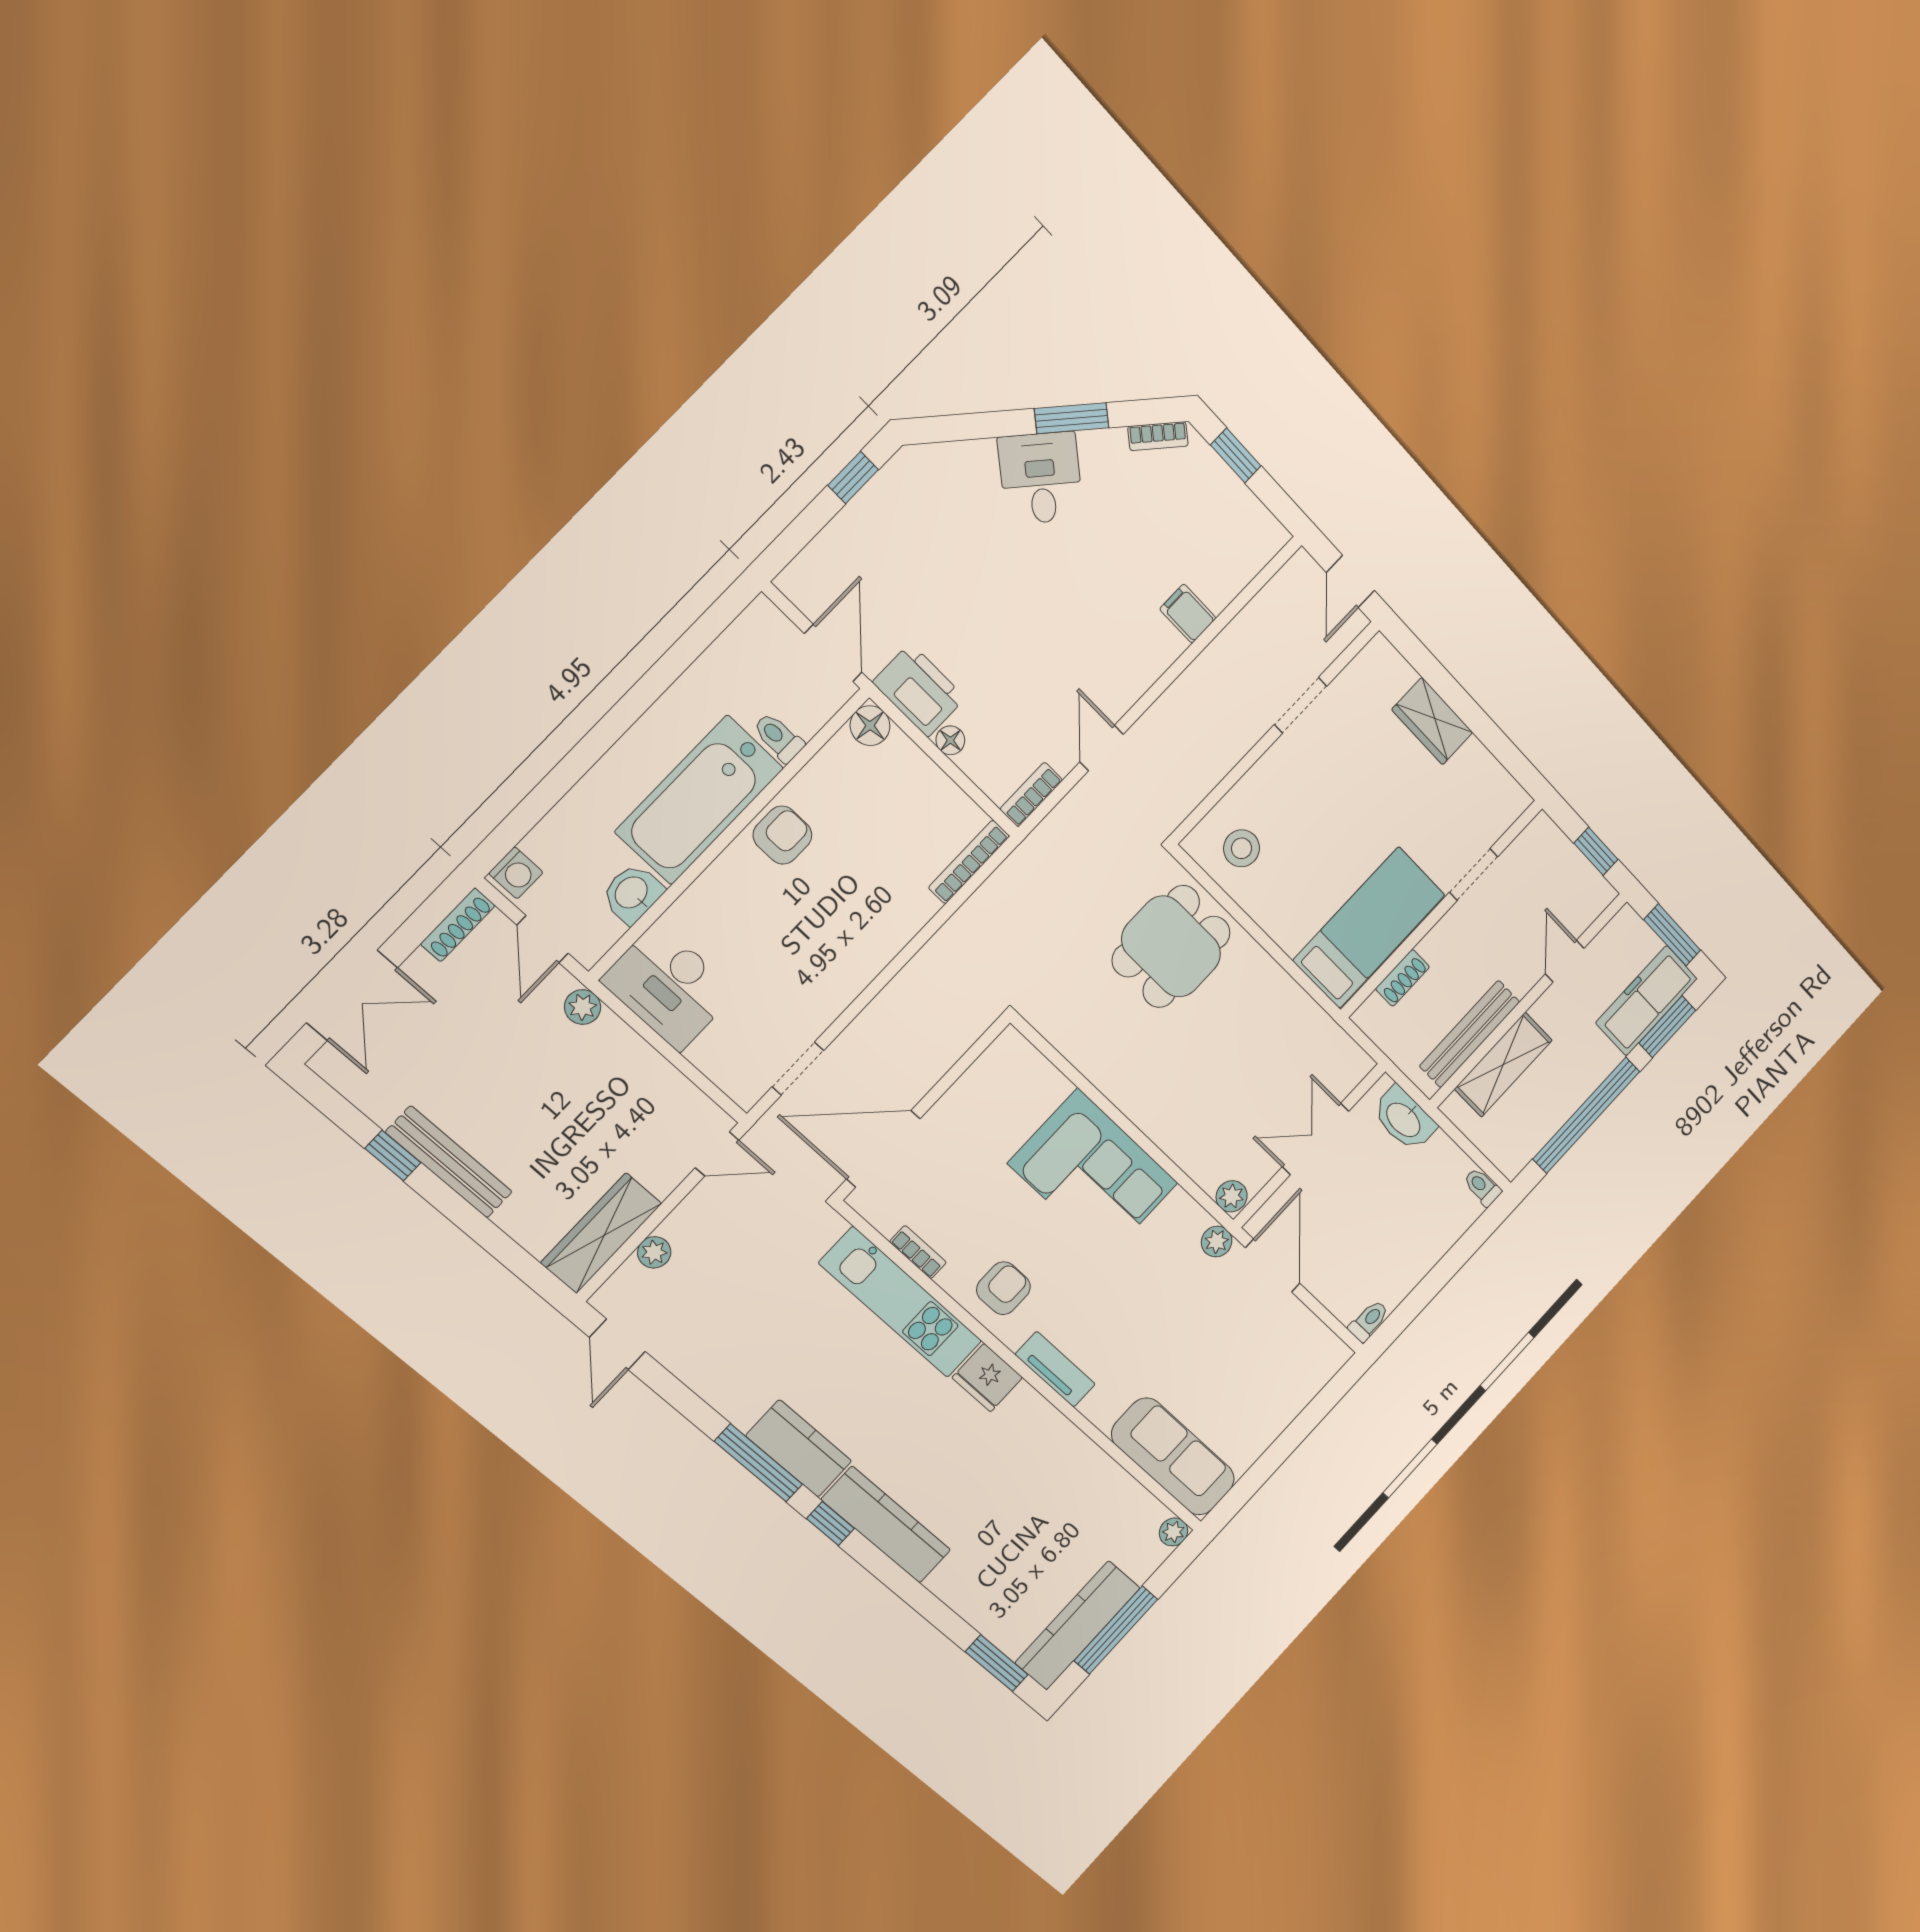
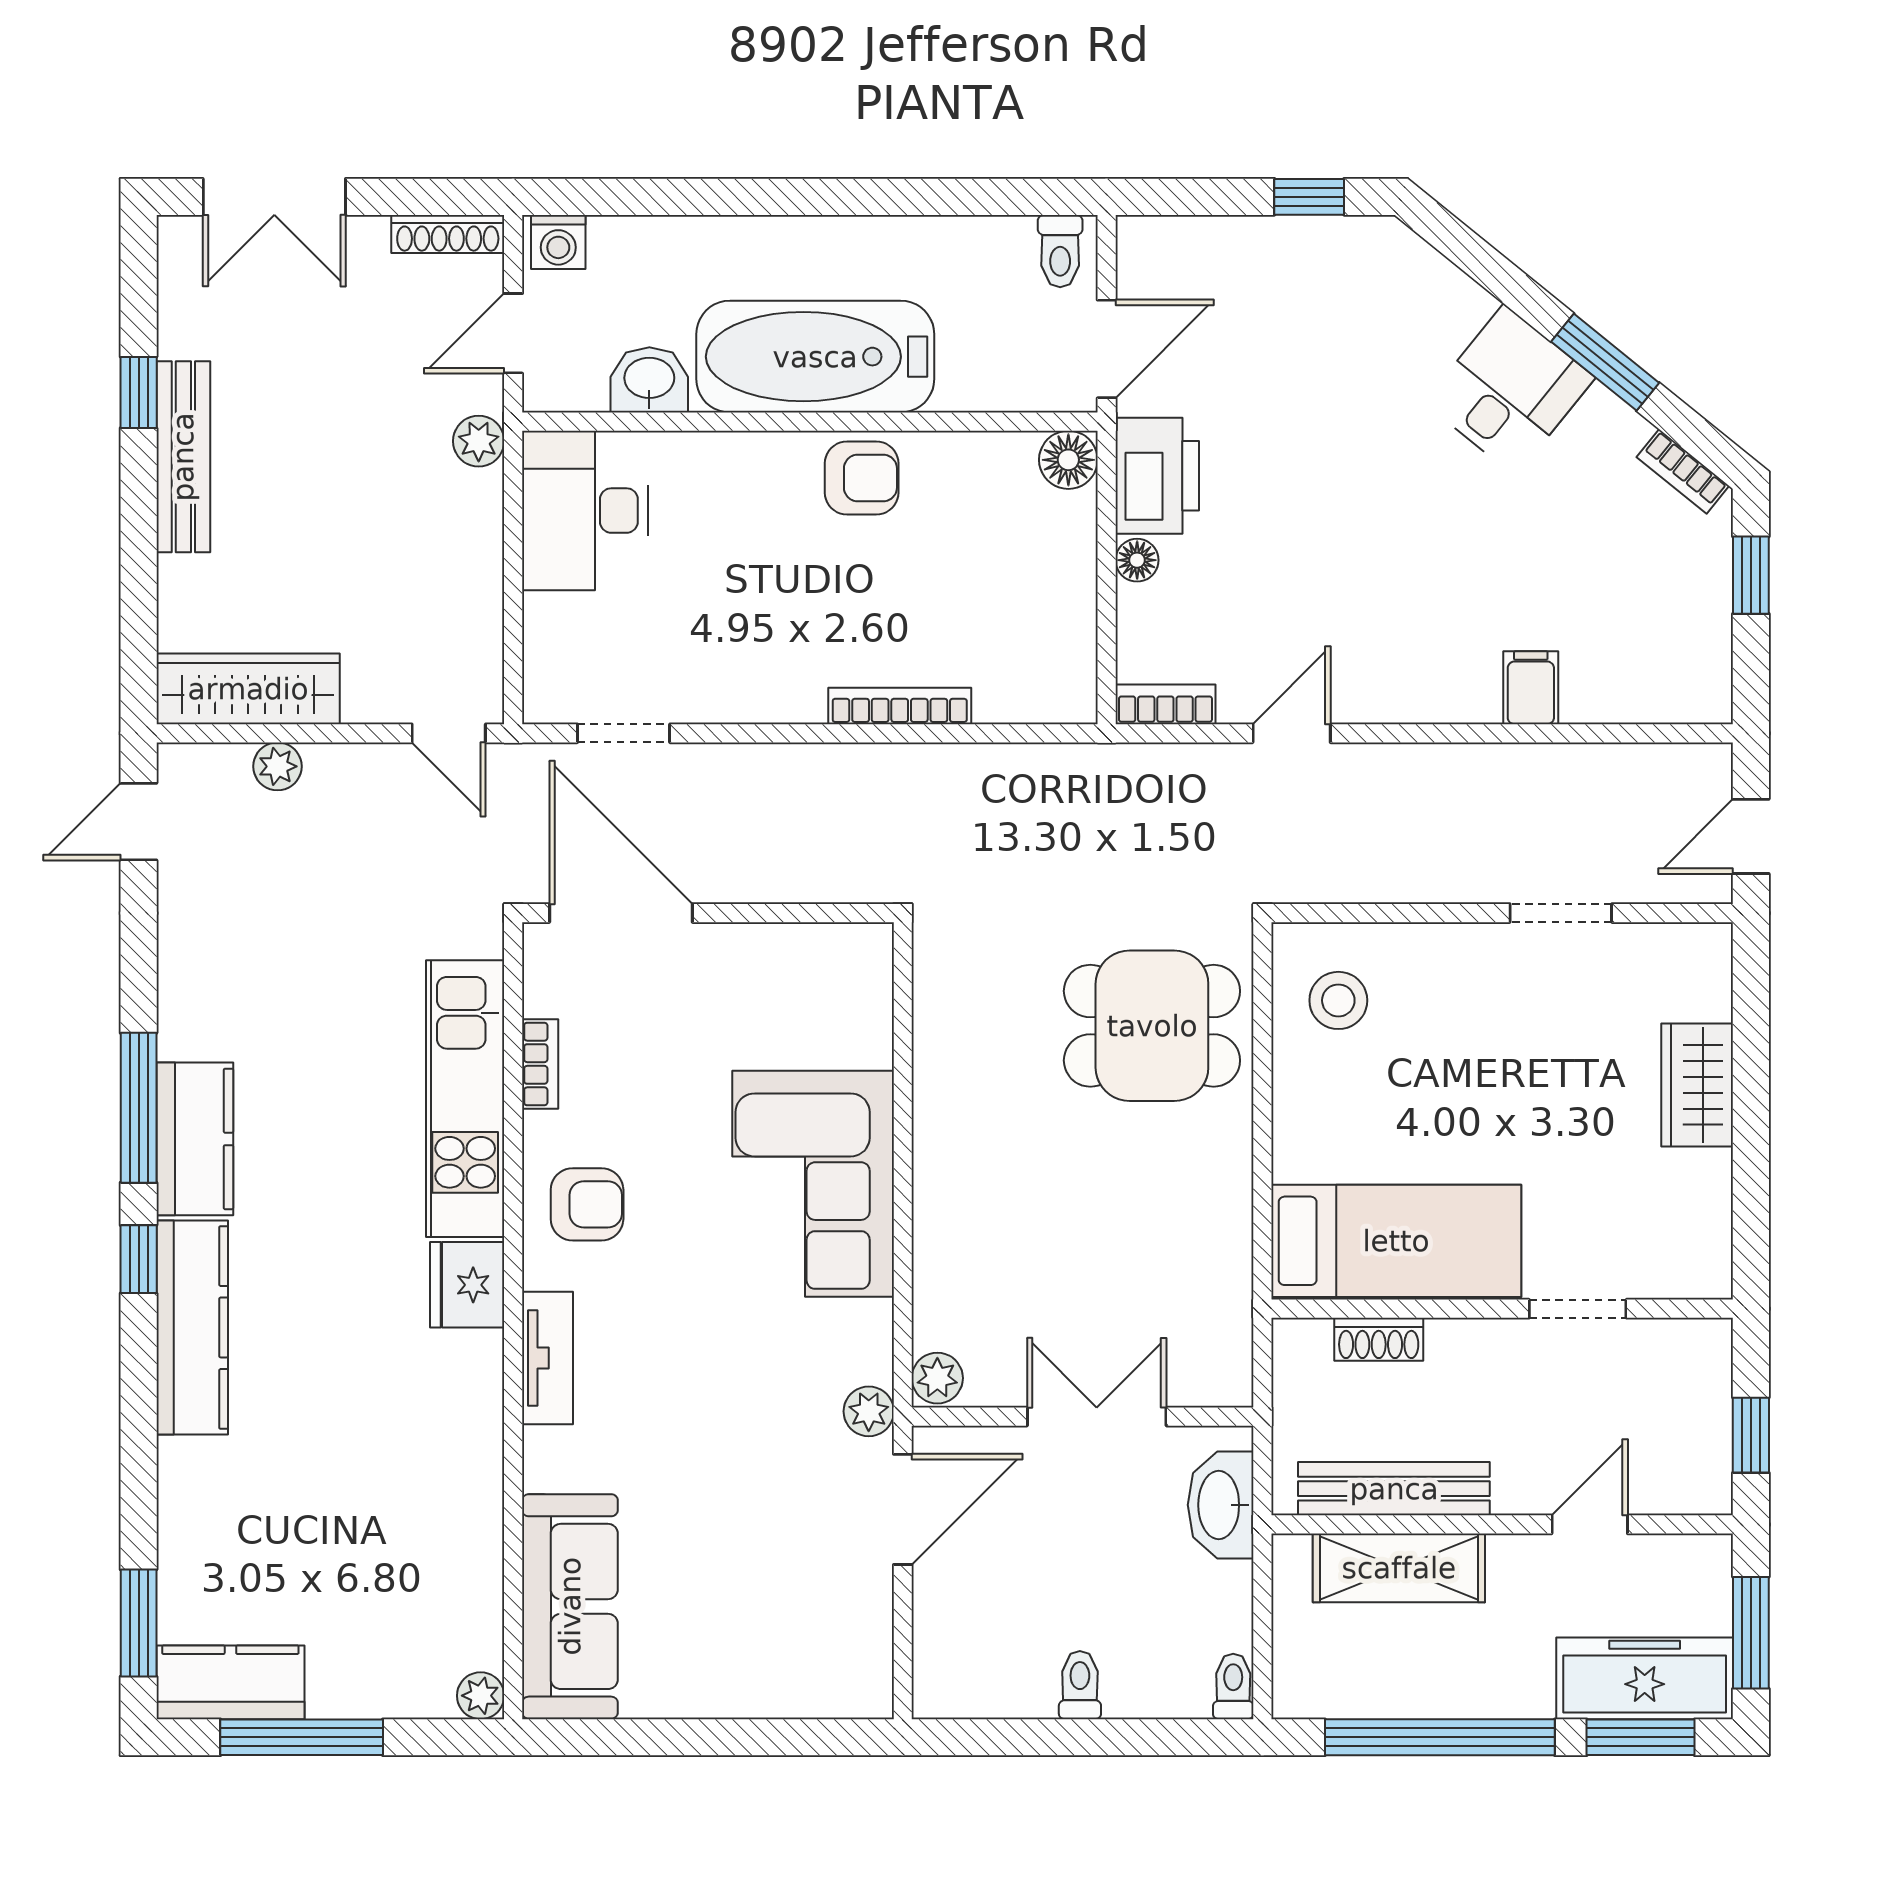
toilet: (778, 738) -> (1060, 251), moved, turned 180
bookcase: (969, 862) -> (900, 706), moved
toilet: (1369, 1321) -> (1080, 1685), moved, turned -90
kitchen counter: (1078, 1625) -> (230, 1682), width x0.67

